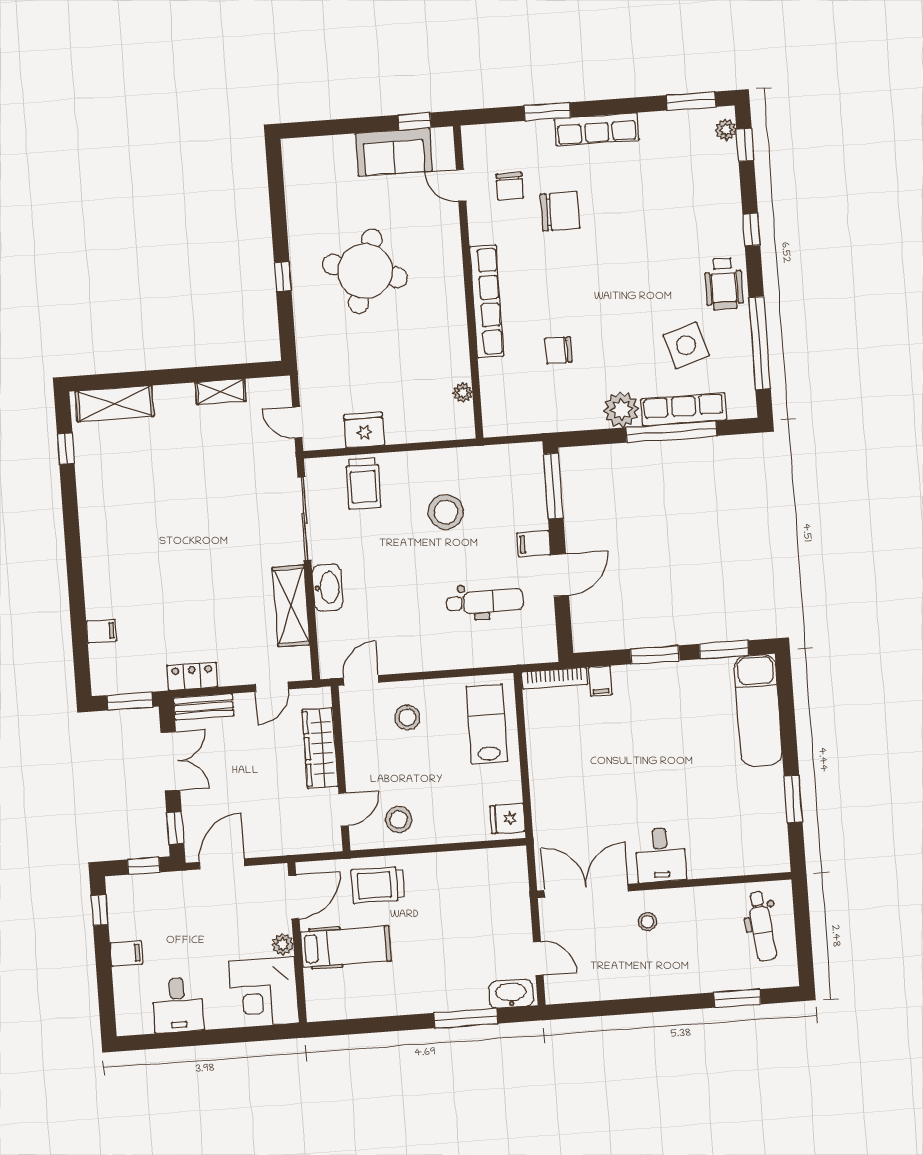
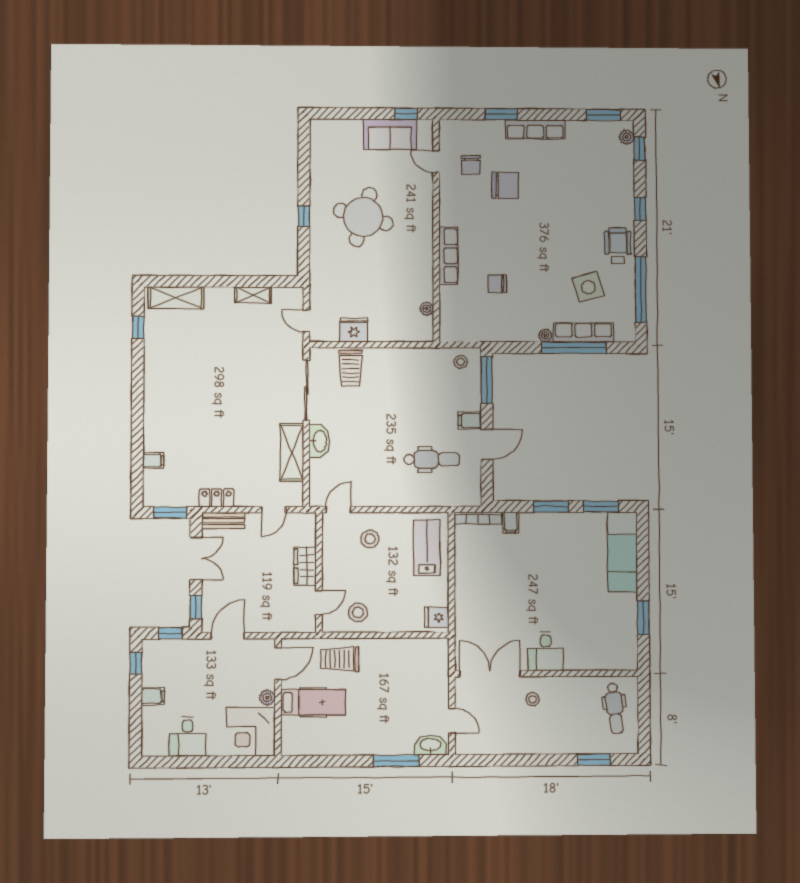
wheelchair: (724, 284) -> (618, 246), turned 180
row of seats: (487, 301) -> (448, 256), width x0.73
plant: (621, 410) -> (545, 335), width x0.53, depth x0.53
stool: (446, 512) -> (461, 362), moved, width x0.53, depth x0.53
wardrobe: (320, 748) -> (305, 566), width x0.67

